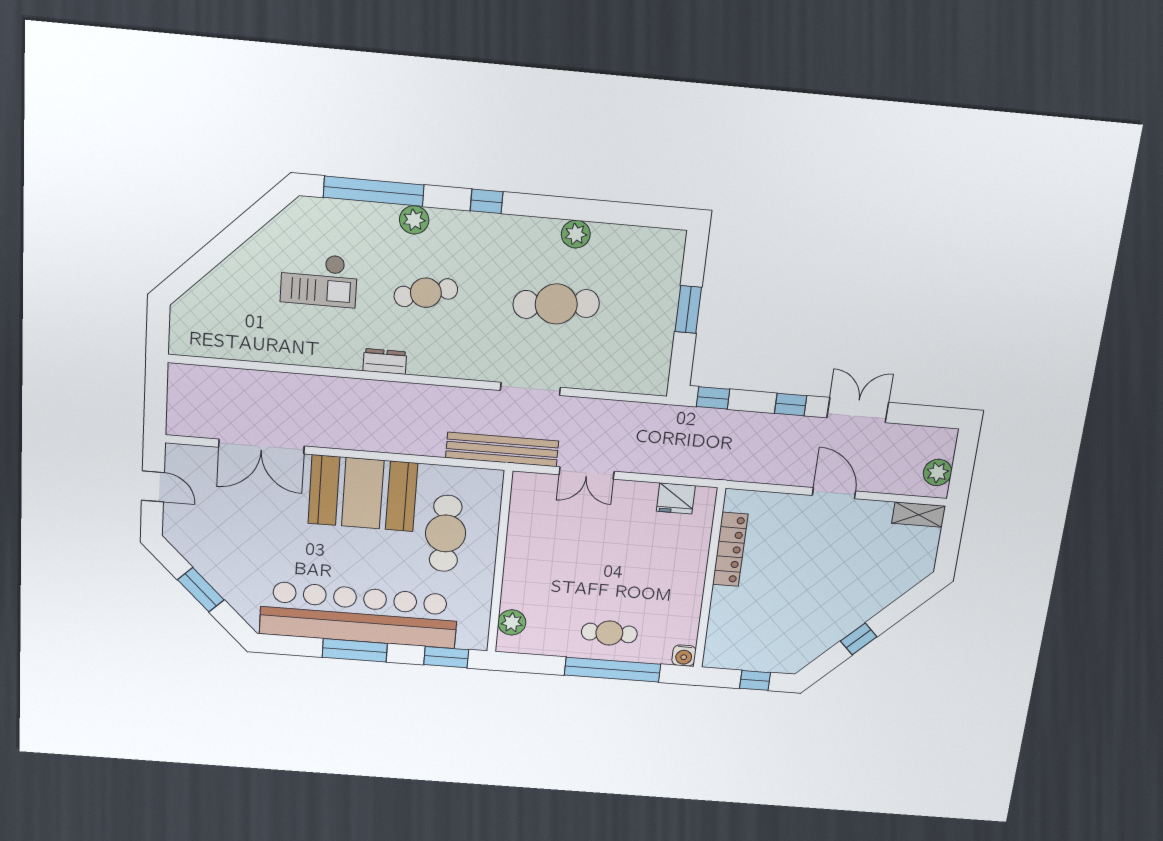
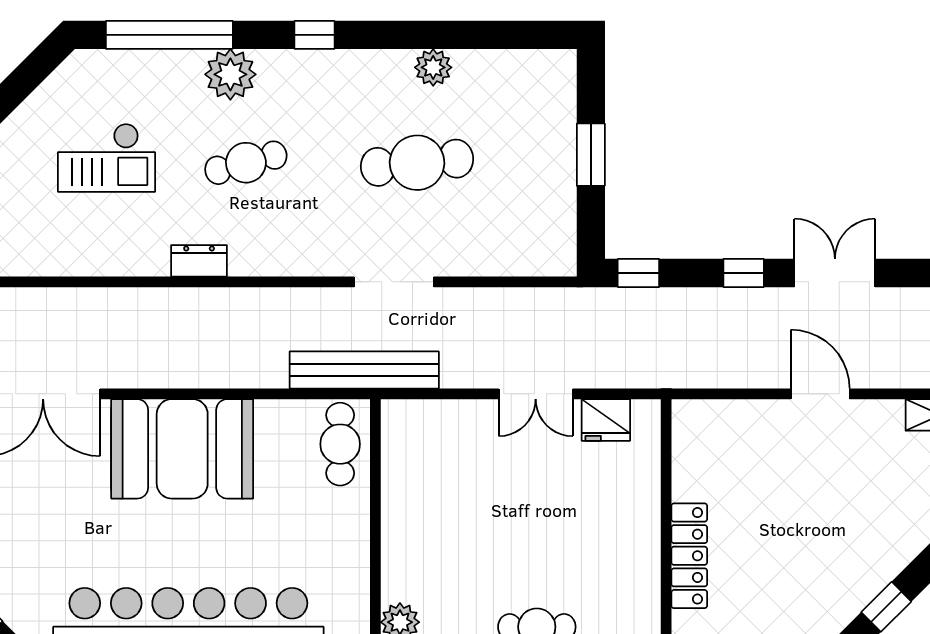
plant: (414, 220) -> (230, 74), width x1.36, depth x1.36
double door: (587, 473) -> (536, 394), moved
cafe table: (446, 533) -> (340, 444), moved, width x0.73, depth x0.74
locker: (730, 549) -> (689, 556), moved

